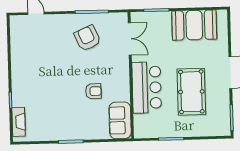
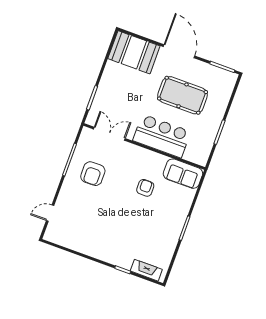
booth: (194, 25) -> (134, 52), moved, turned 90
armchair: (87, 38) -> (93, 174), turned -66

